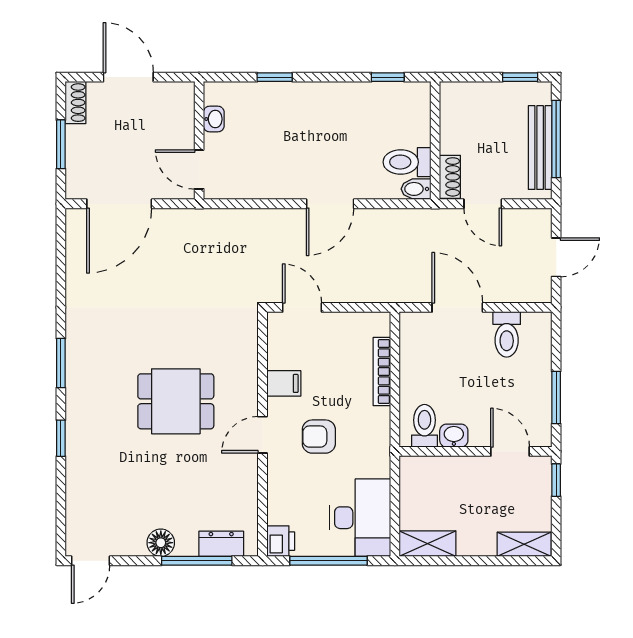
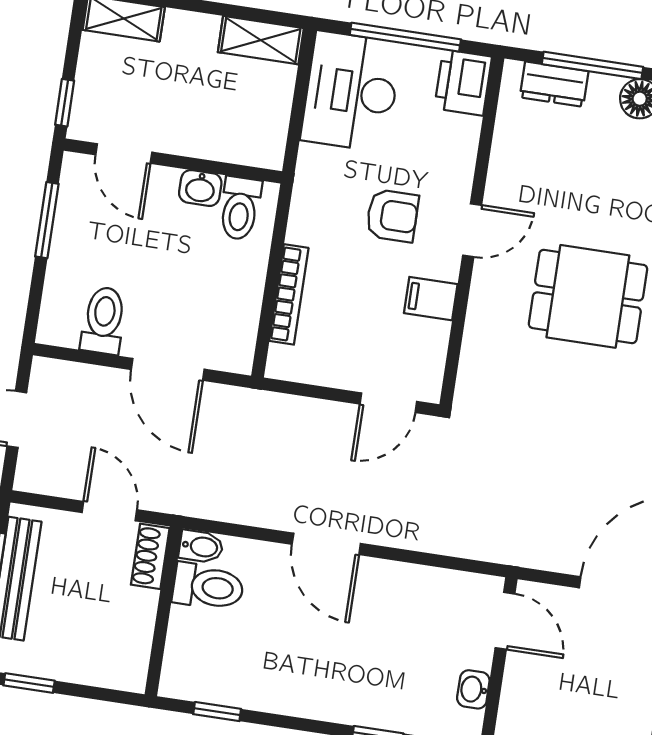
door: (330, 204) -> (326, 544), swing flipped
door: (302, 307) -> (388, 403), hinge flipped
printer: (281, 541) -> (463, 82), width x1.36, depth x1.24

